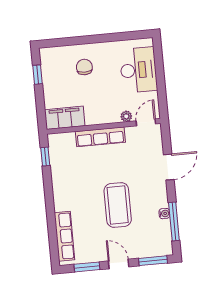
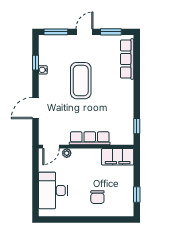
window: (174, 221) -> (36, 63), width x0.46
door: (119, 264) -> (85, 32), swing flipped

